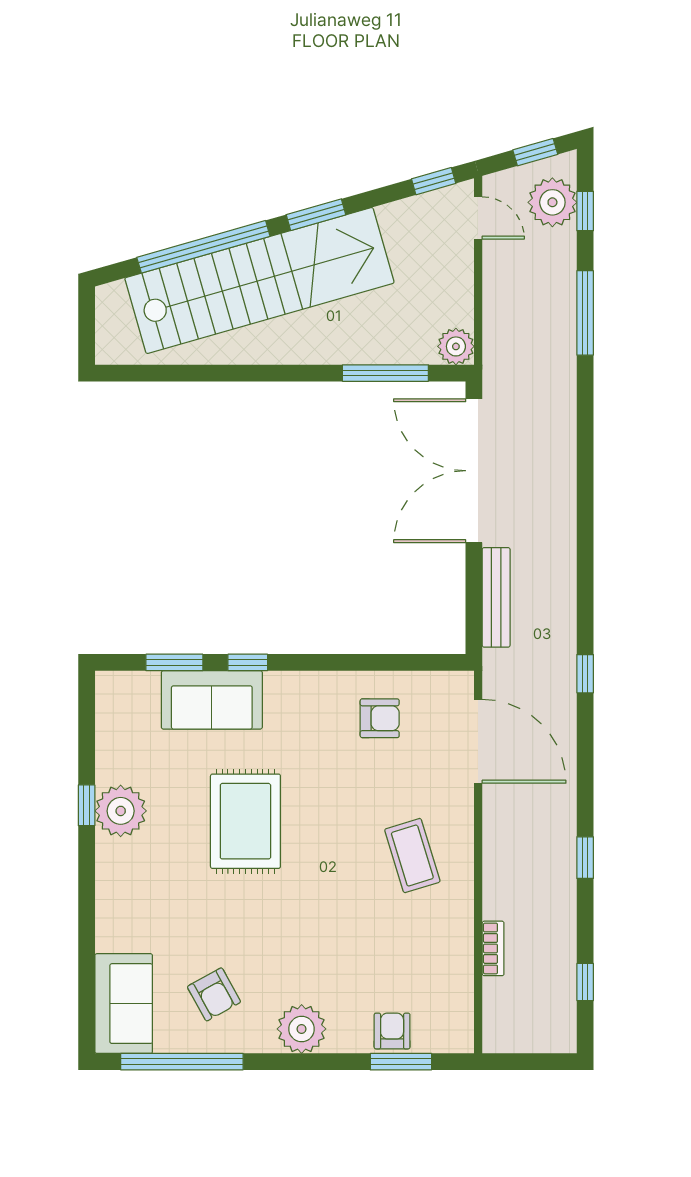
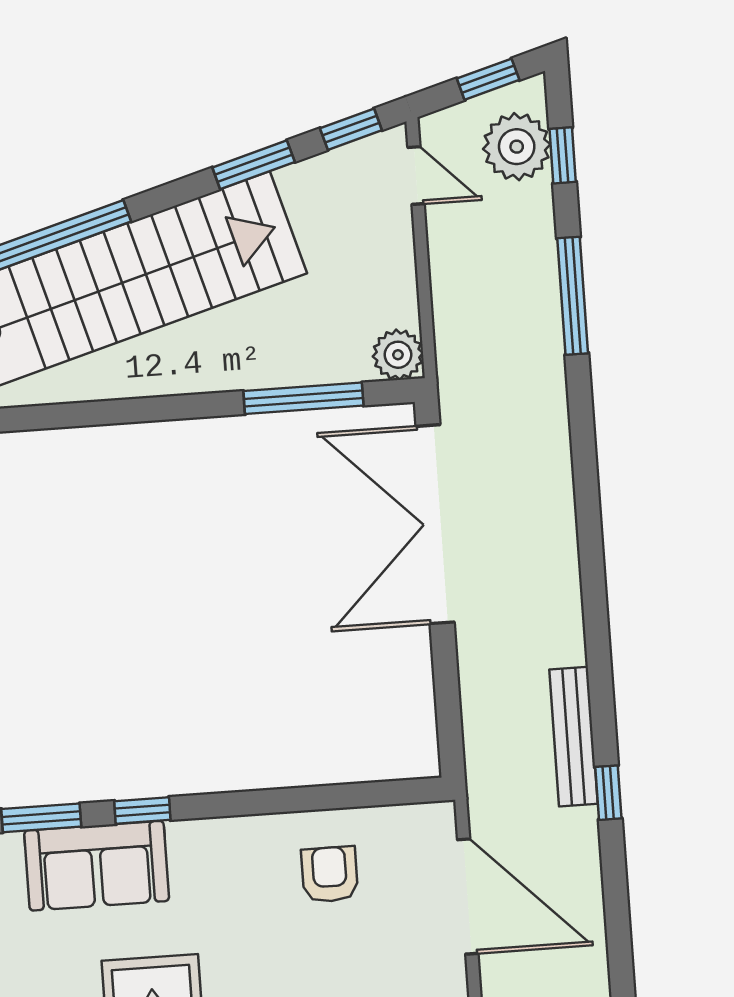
window: (316, 215) -> (254, 165), moved
bench: (496, 597) -> (574, 737), moved
armchair: (380, 718) -> (330, 874), turned -90

